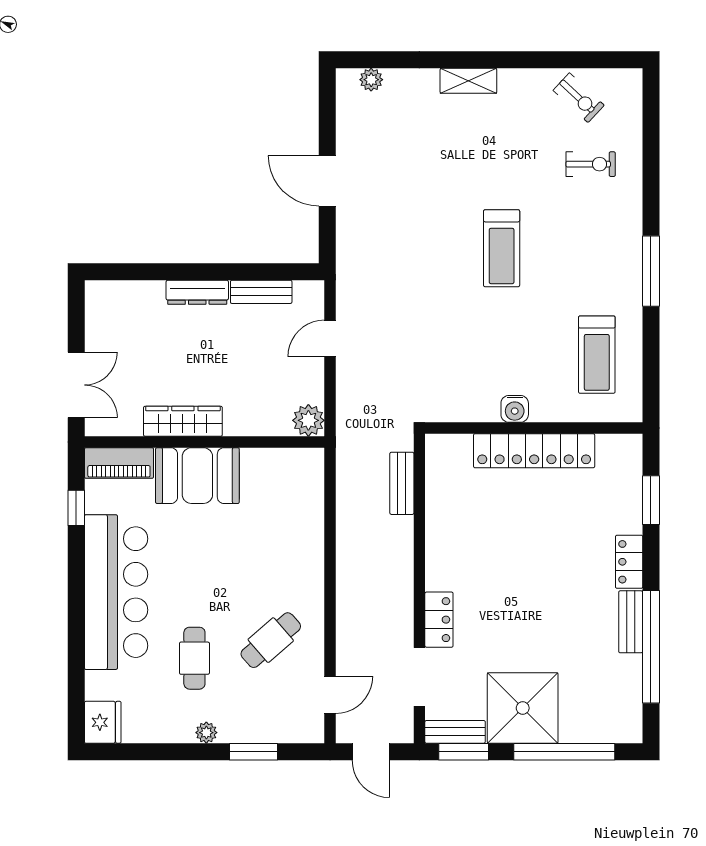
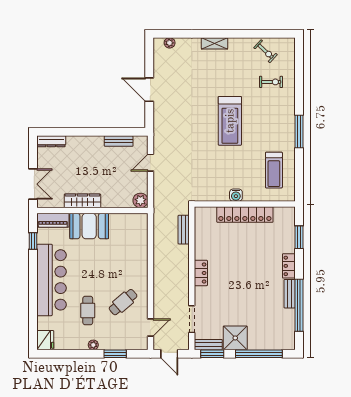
treadmill: (502, 248) -> (230, 121), width x1.37, depth x1.38
dresser: (197, 292) -> (51, 141), moved
locker: (439, 620) -> (201, 273), moved
shower: (523, 708) -> (235, 338), width x0.73, depth x0.73

